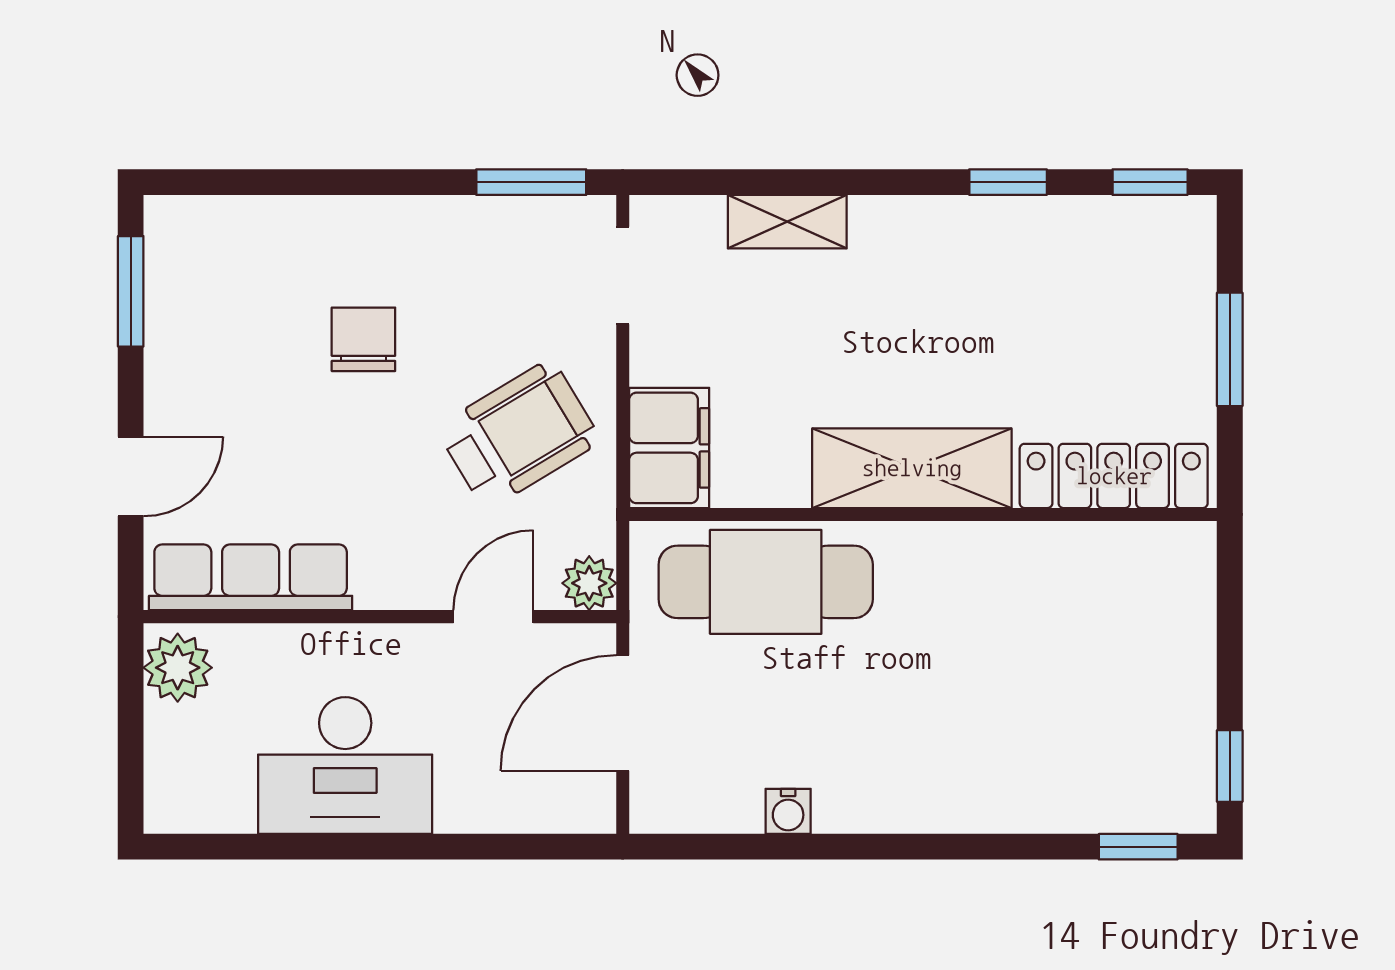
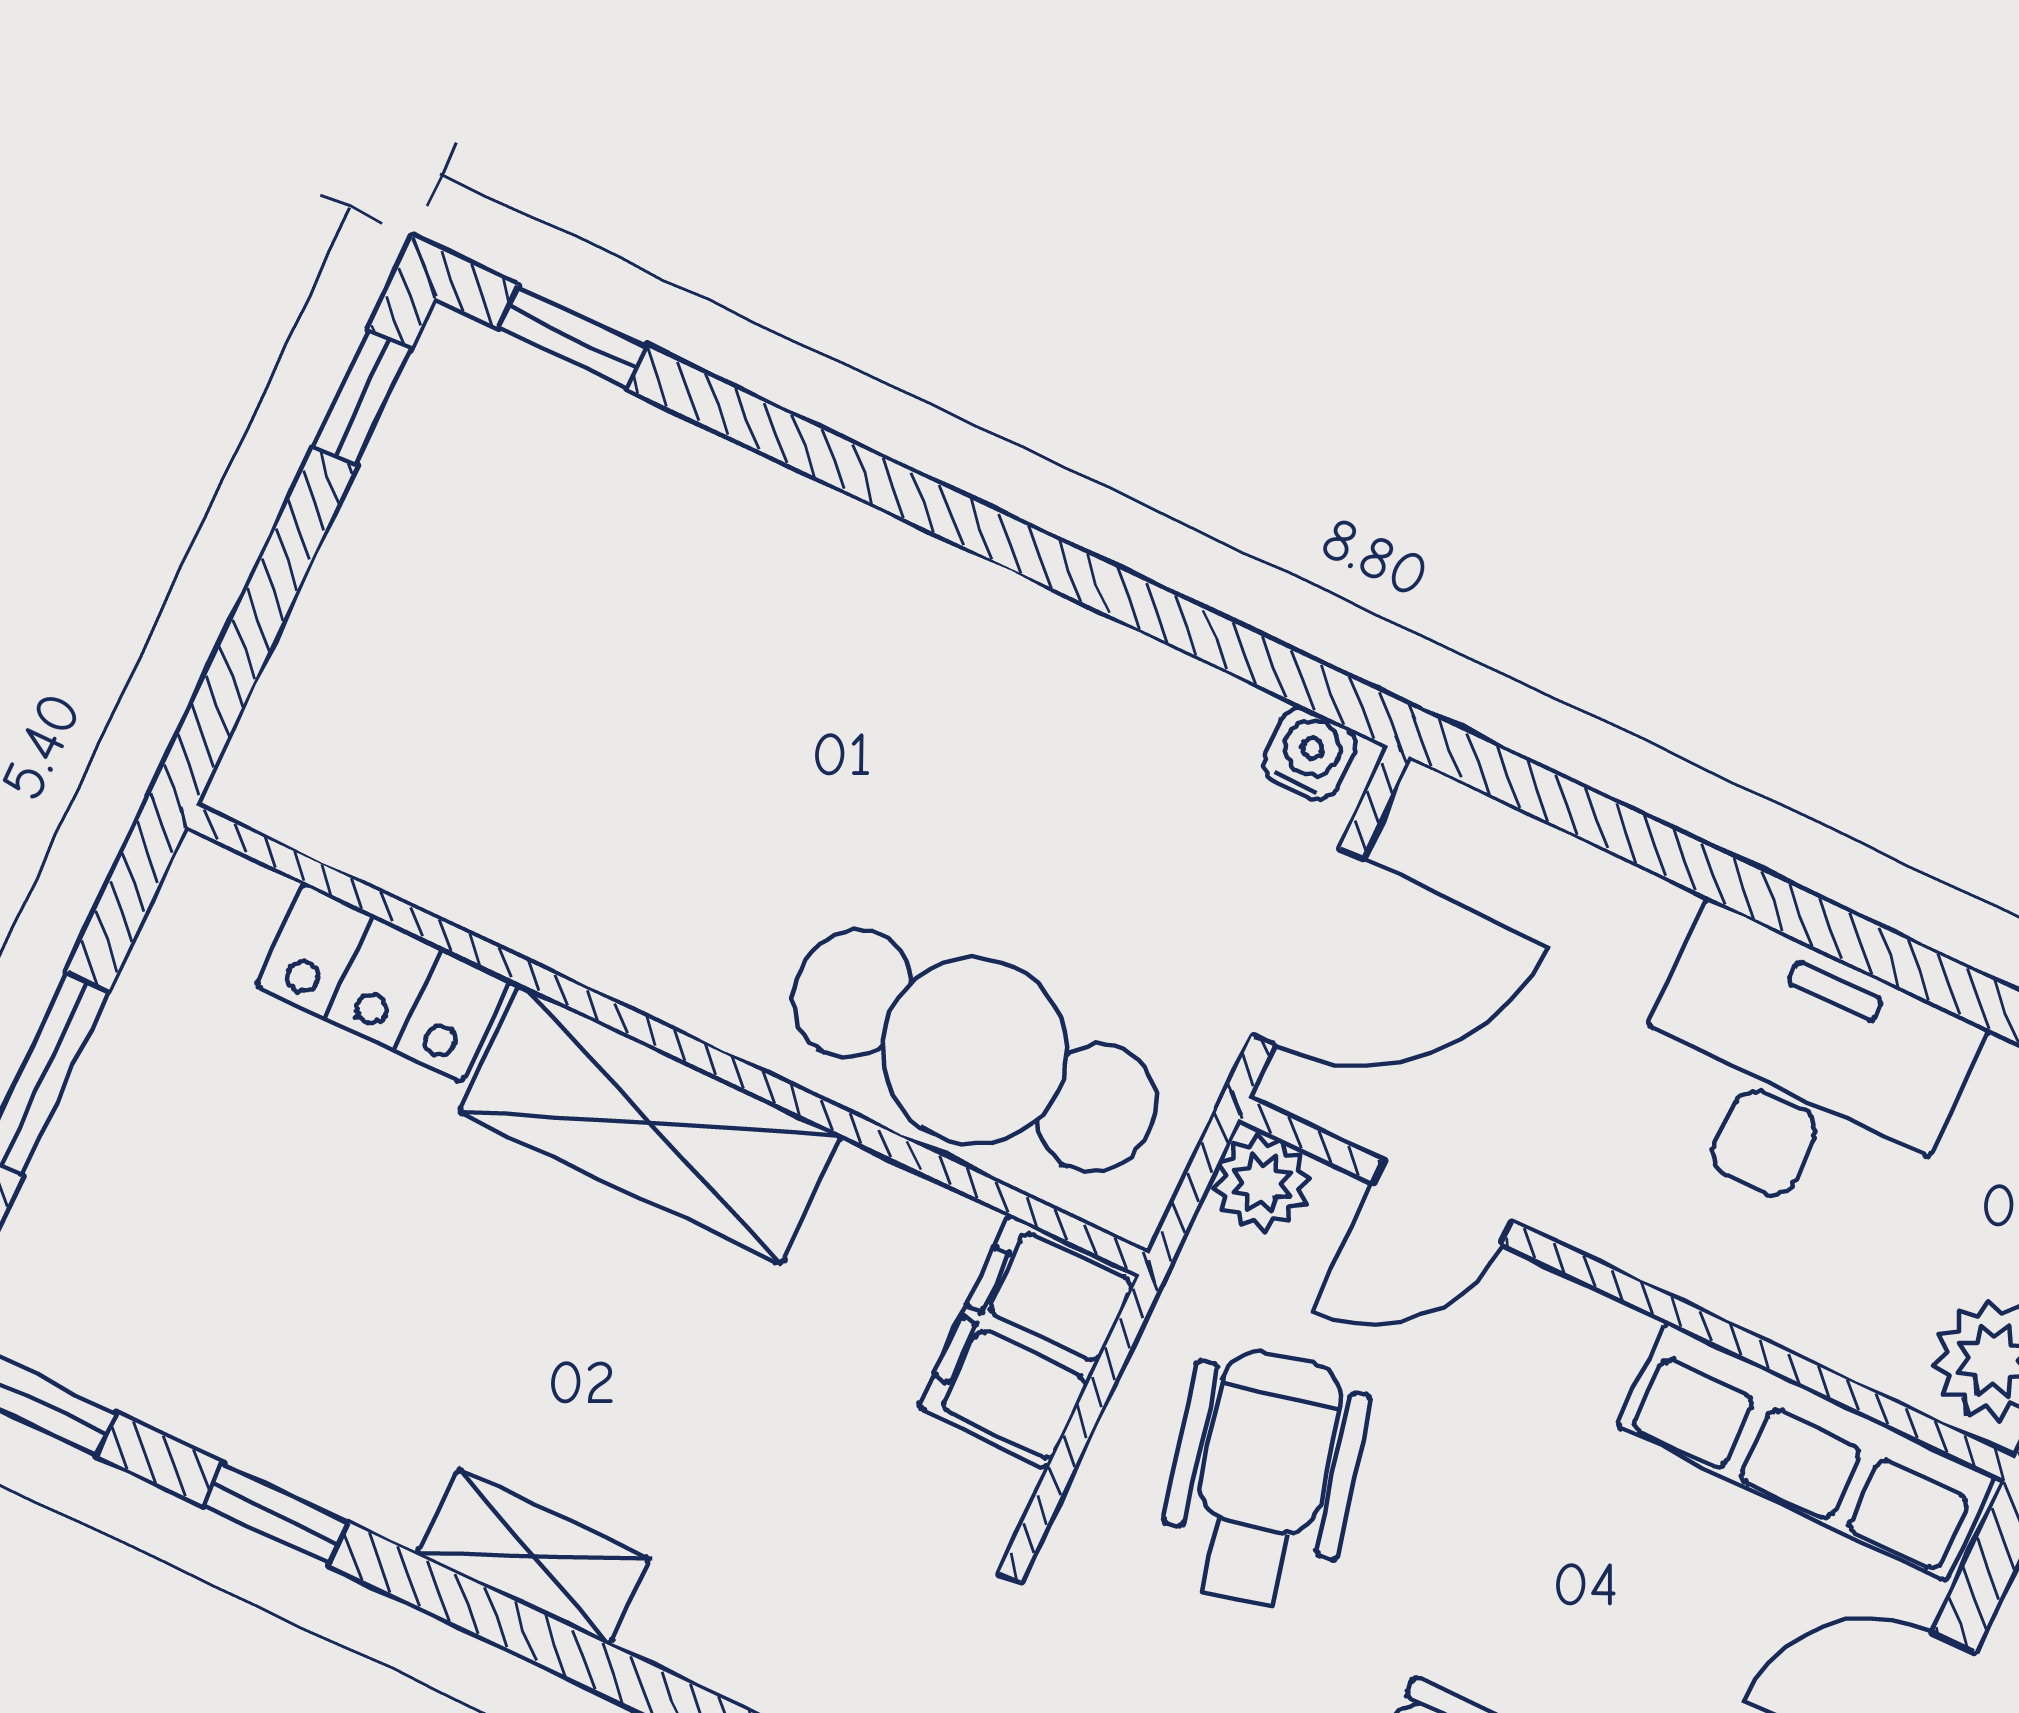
shelving: (787, 222) -> (533, 1557), moved
wheelchair: (518, 434) -> (1263, 1479), turned 108
locker: (1114, 476) -> (383, 982), width x0.66
water cooler: (788, 811) -> (1309, 754), moved

